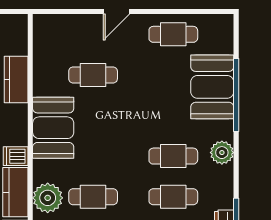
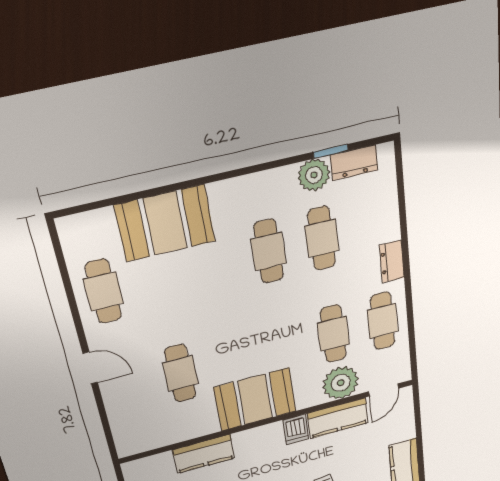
window: (236, 95) -> (170, 188), removed
plant: (222, 153) -> (314, 175), moved

